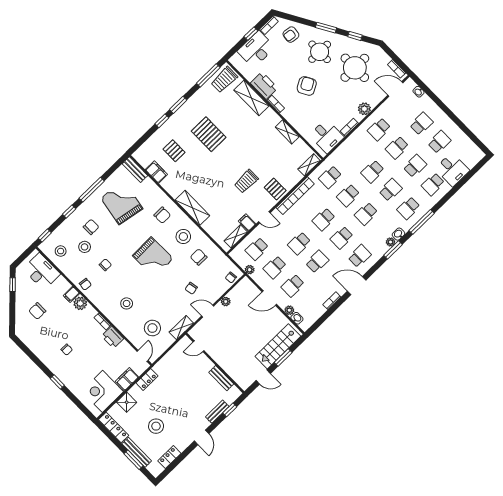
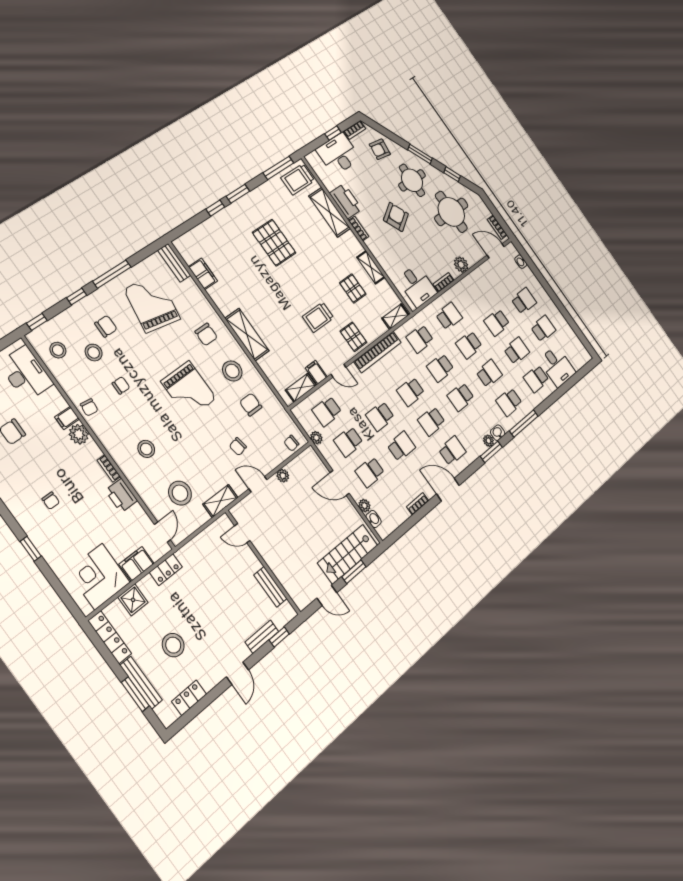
school desk: (379, 129) -> (449, 316), moved, turned 180
pallet: (174, 151) -> (353, 288), moved

